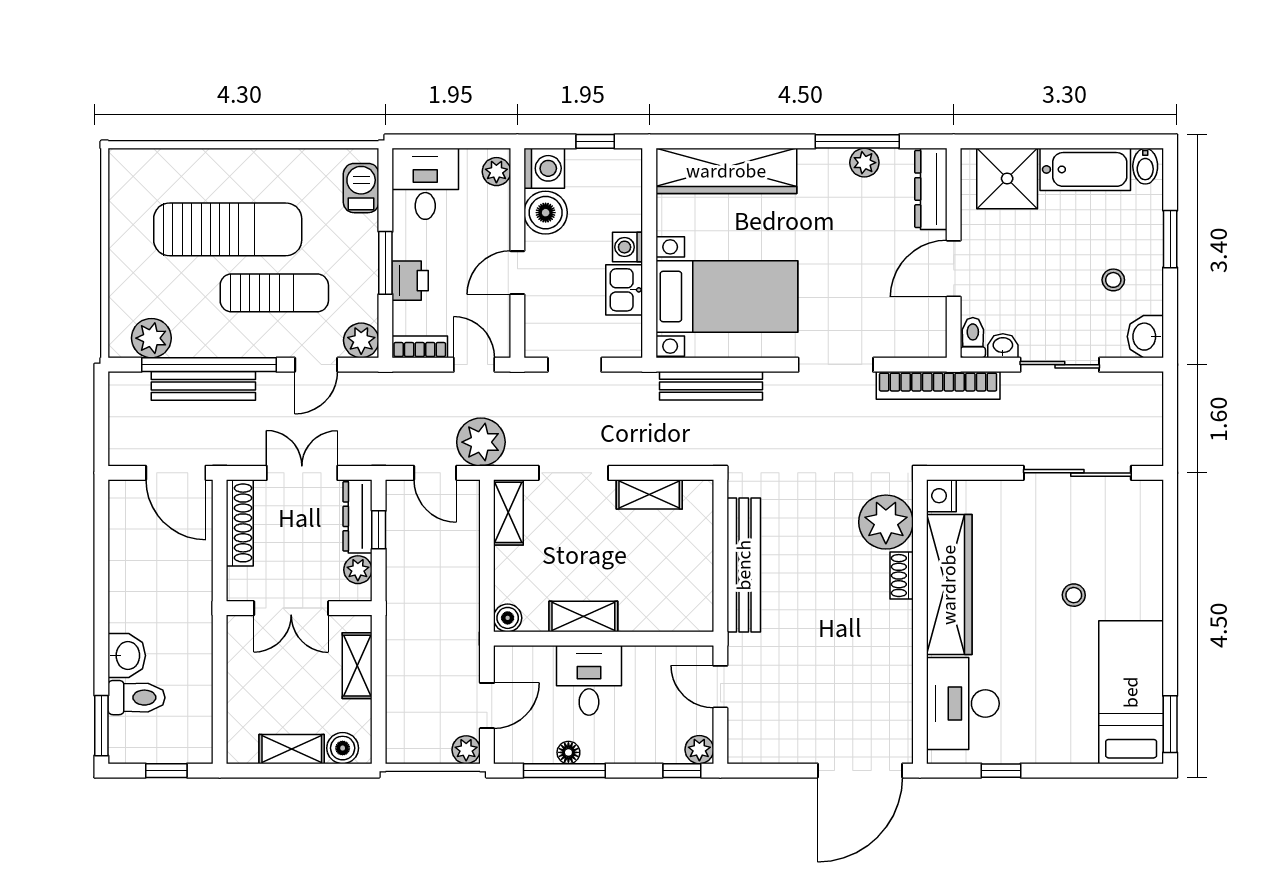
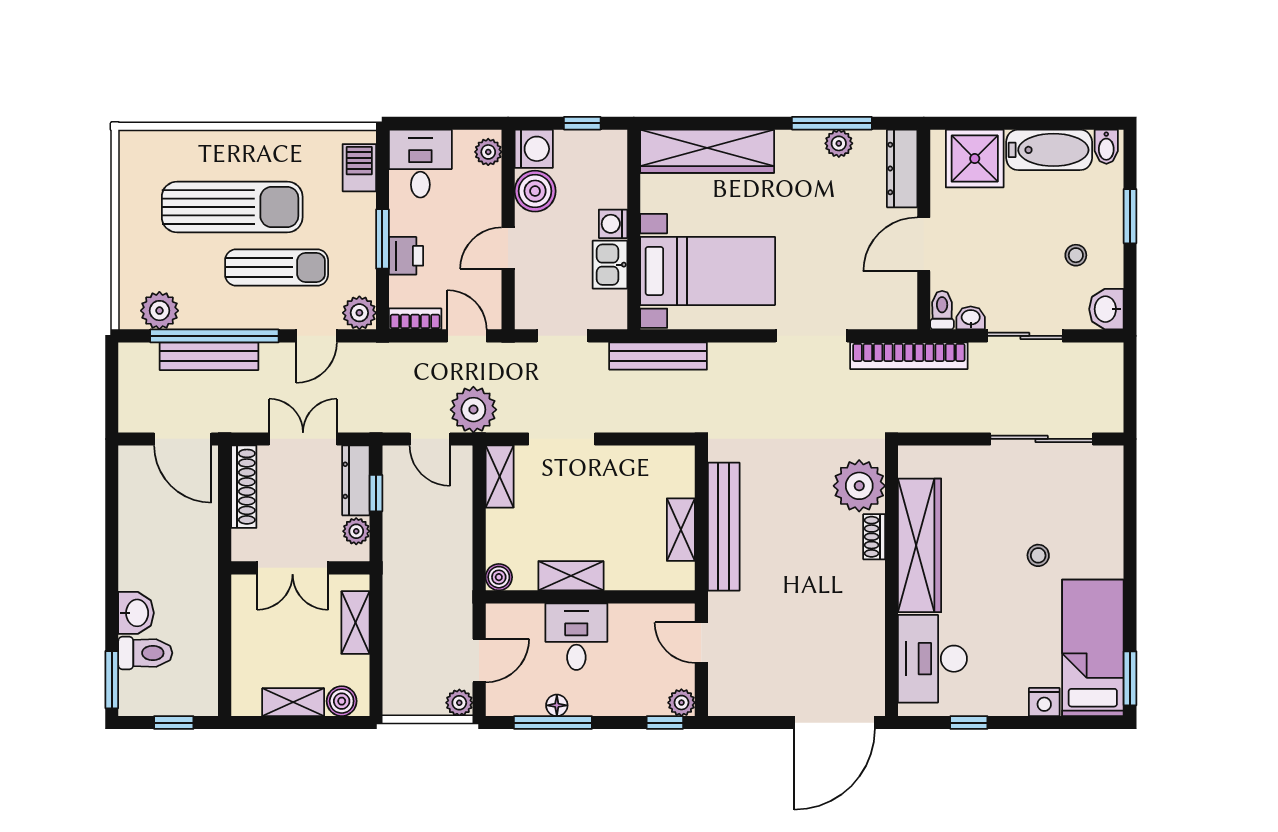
bench: (711, 386) -> (658, 356), moved
shelving: (649, 494) -> (681, 530), moved, turned 90
nightstand: (941, 496) -> (1044, 702), moved, turned -90

